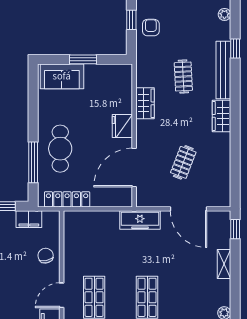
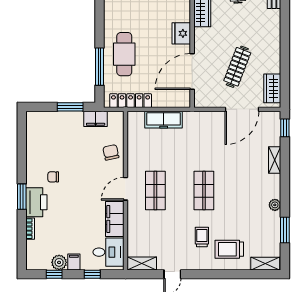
wardrobe: (221, 116) -> (272, 88), moved
clothes rail: (183, 162) -> (237, 67), width x1.36
door: (188, 209) -> (242, 109), hinge flipped
freezer: (140, 220) -> (164, 120), moved

